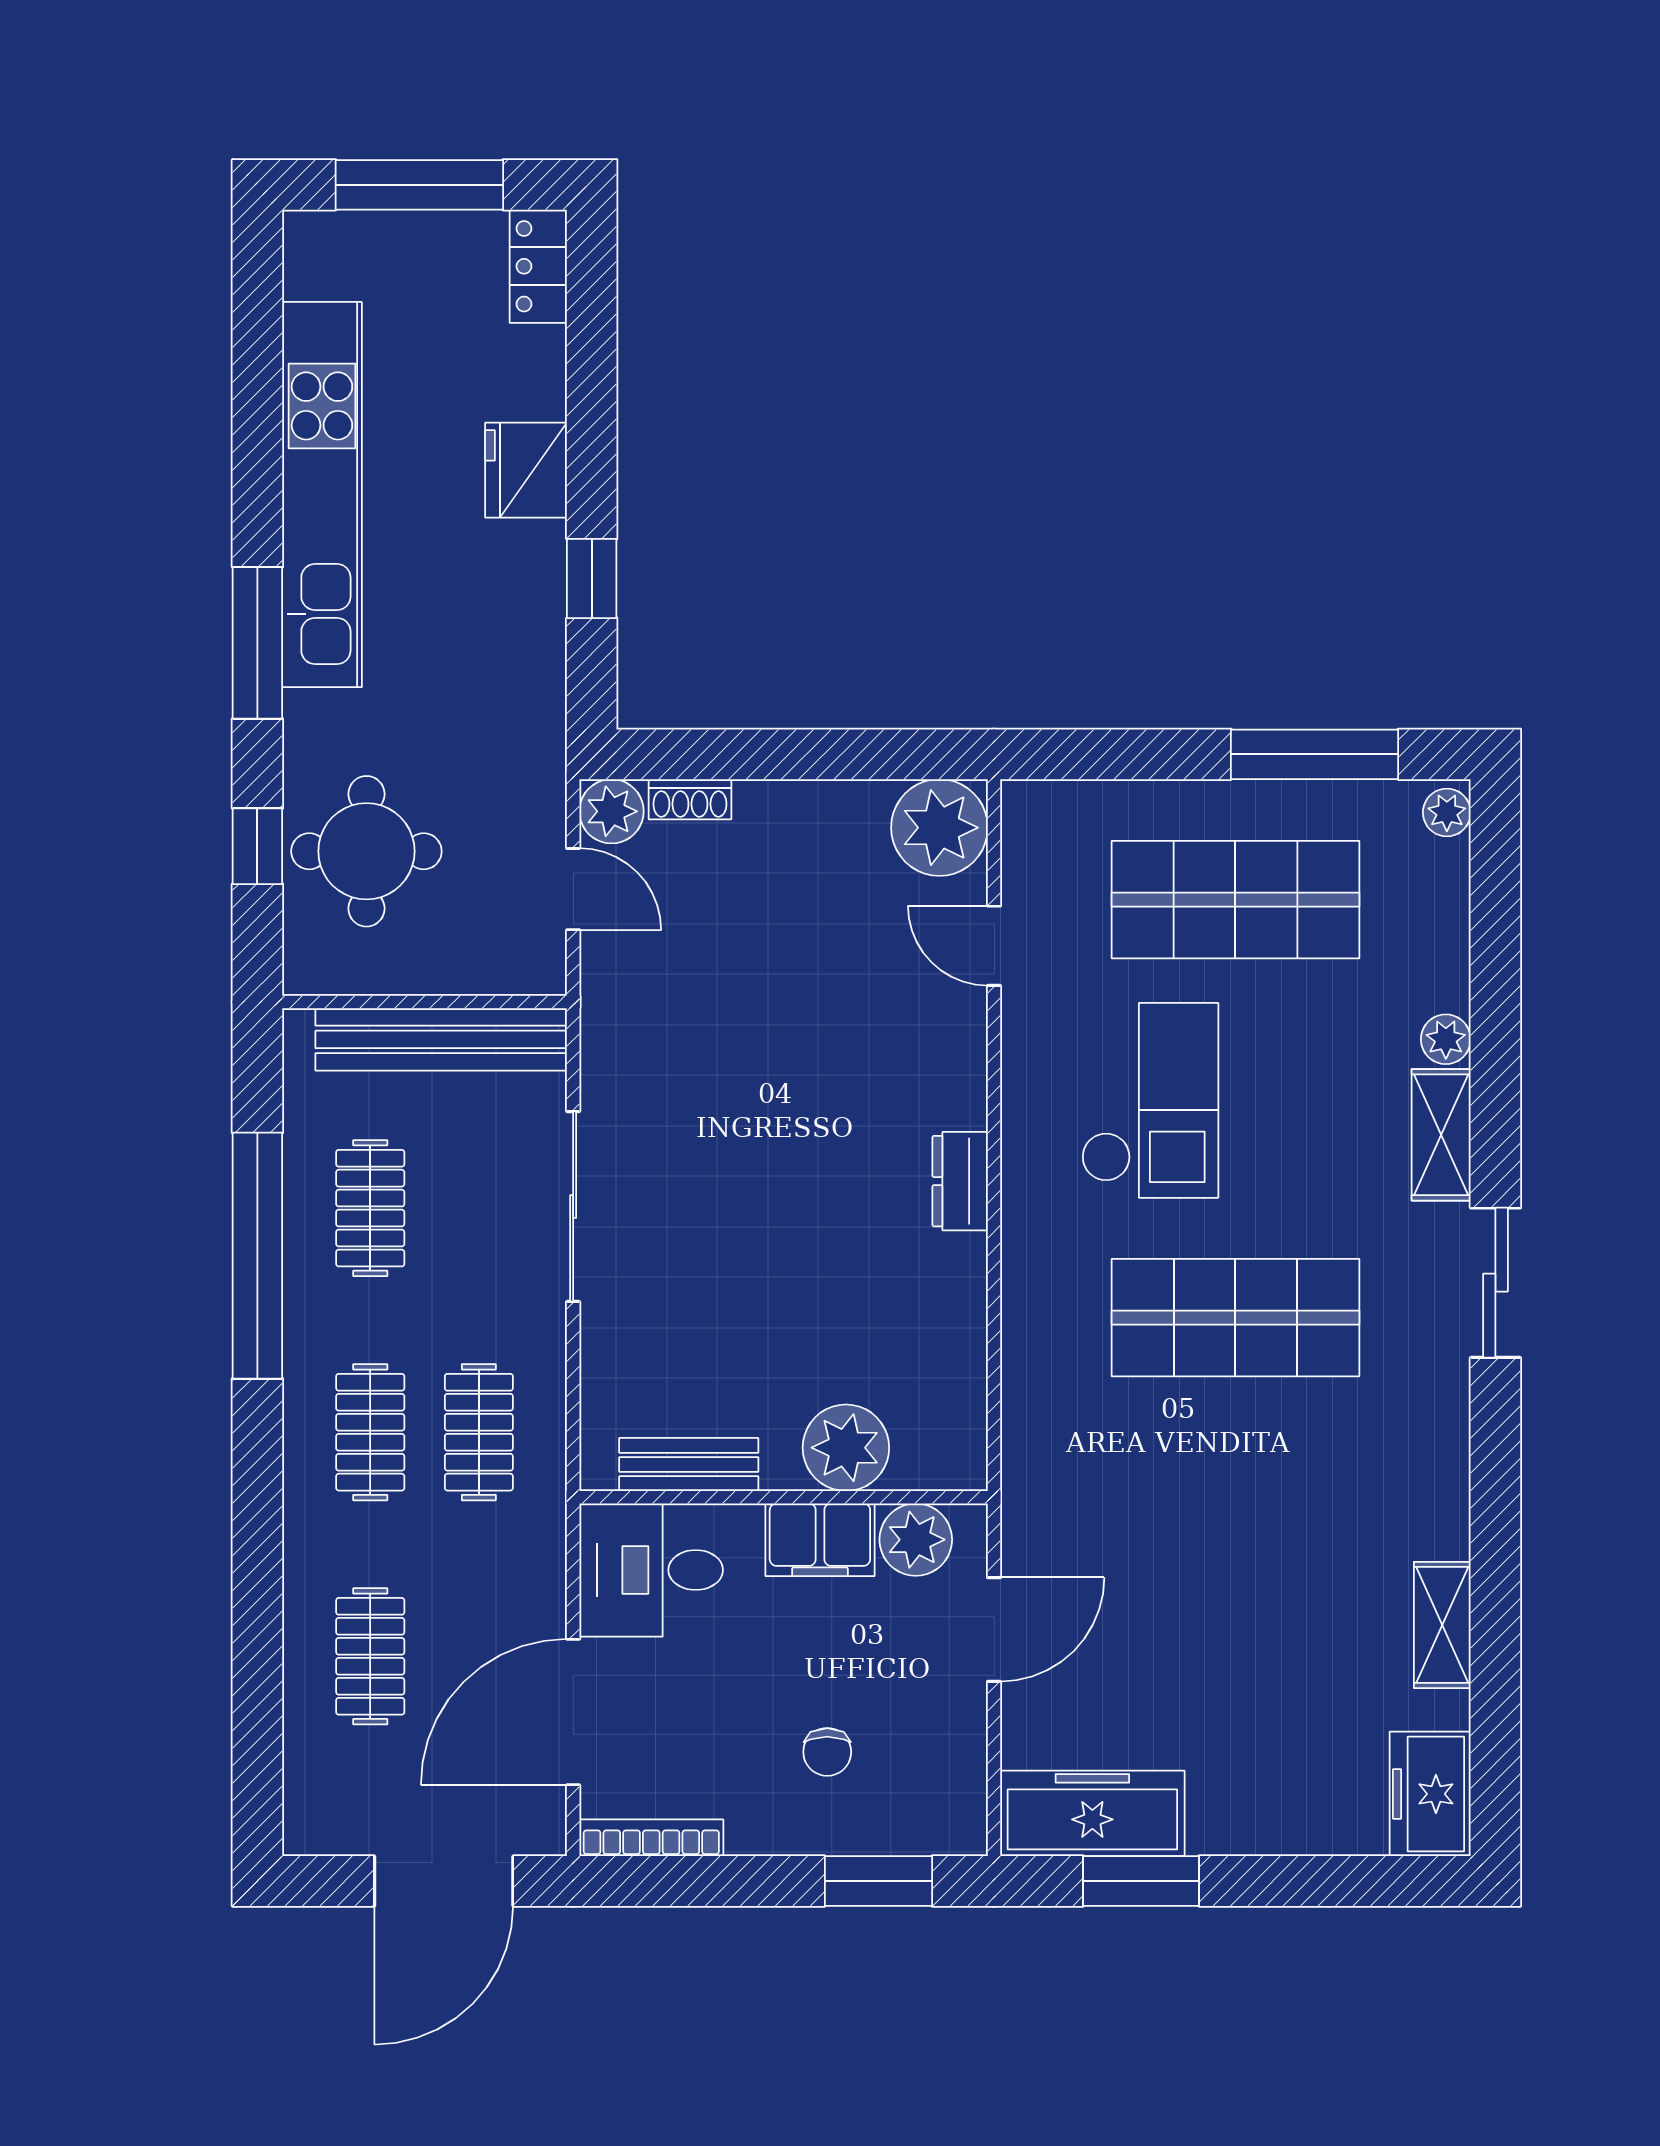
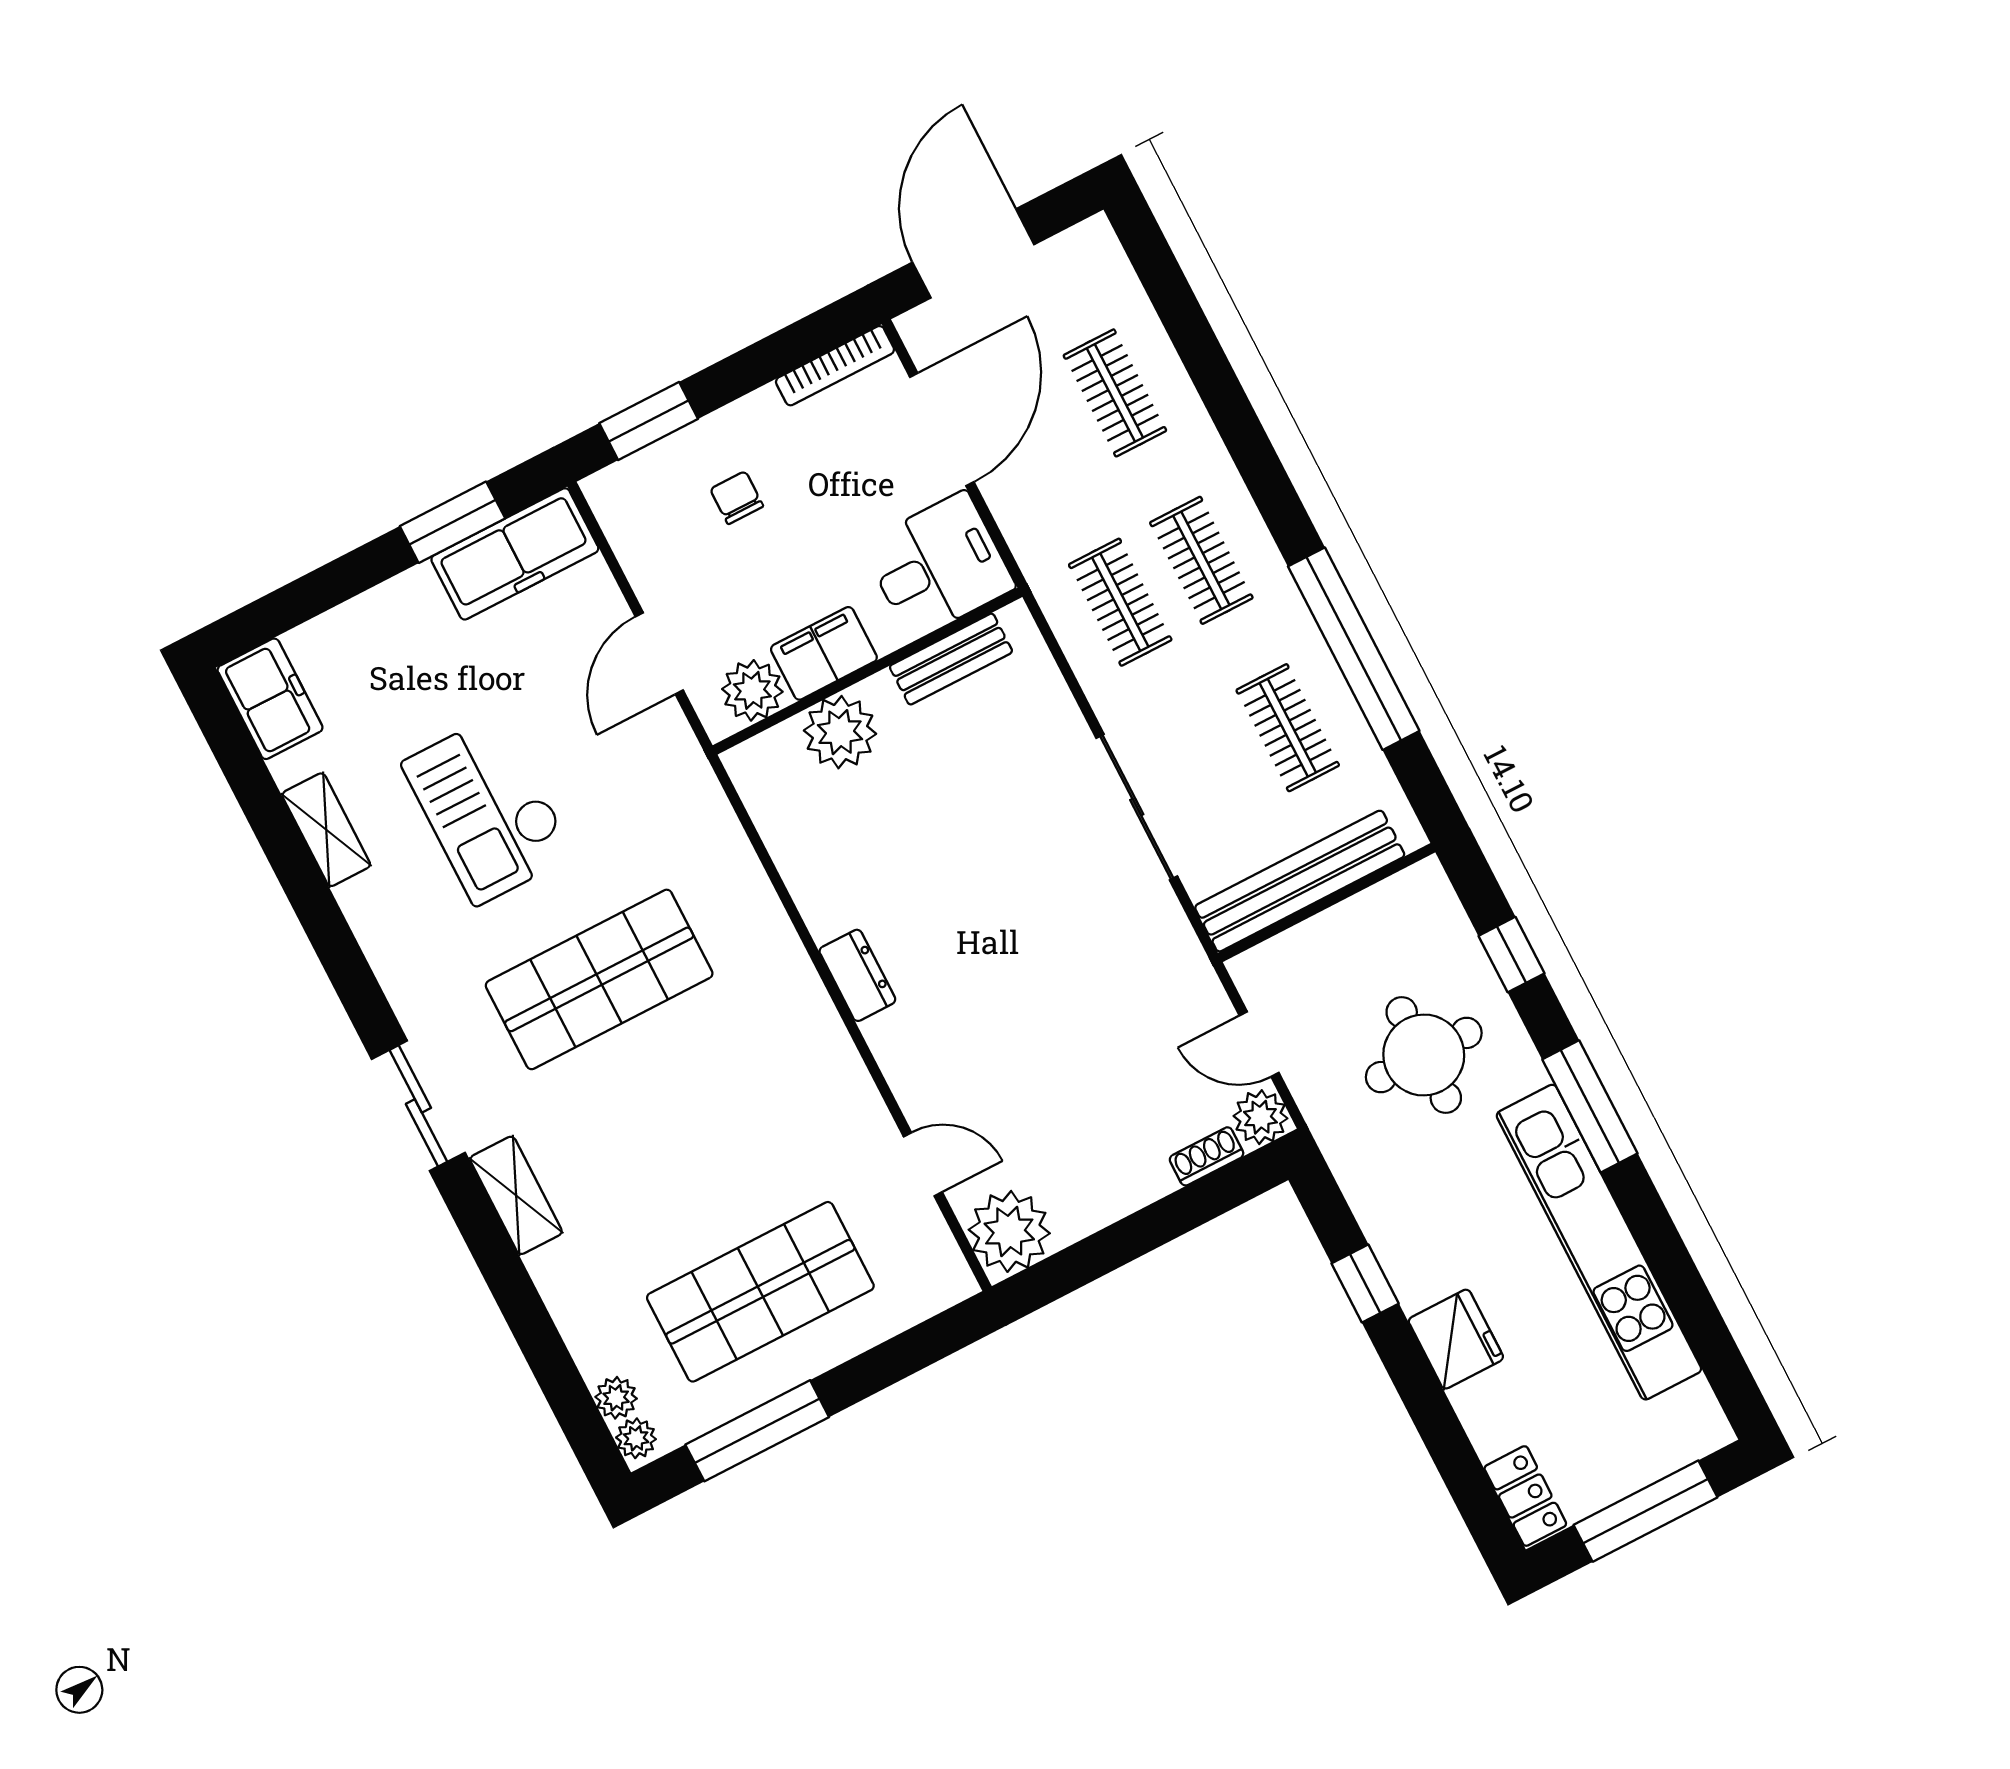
round table: (366, 851) -> (1424, 1055), moved
plant: (1446, 1039) -> (616, 1398), moved
checkout: (1150, 1100) -> (488, 809), moved

